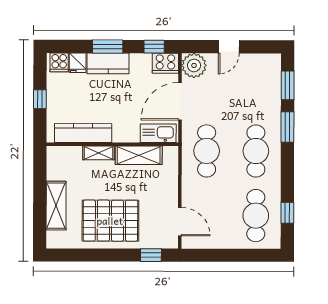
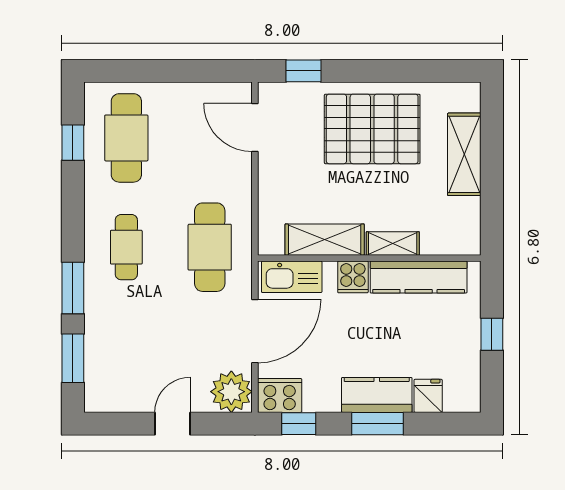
cooker: (59, 62) -> (353, 277), moved, turned 180
cafe table: (256, 151) -> (126, 247), width x0.73, depth x0.74

